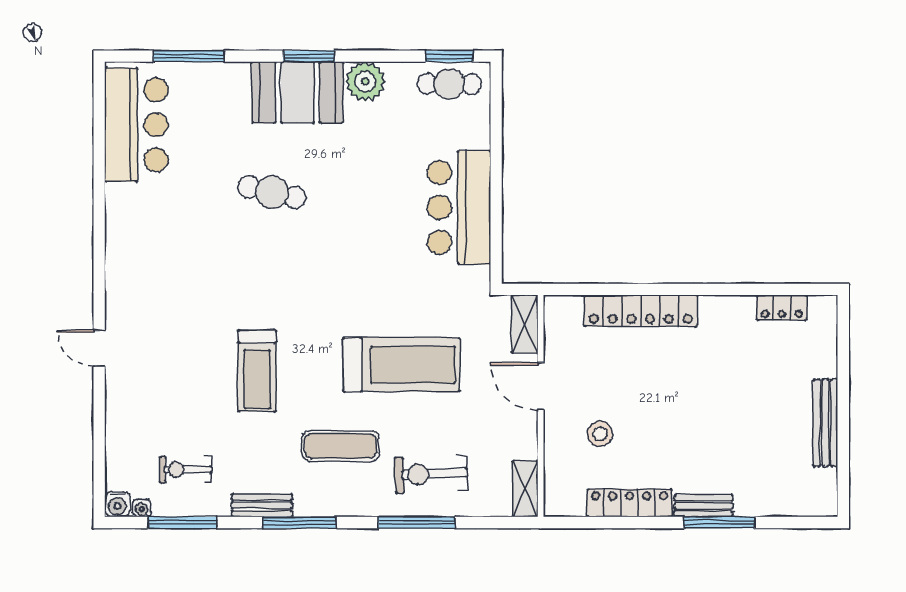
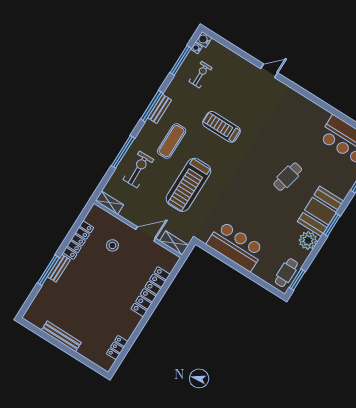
bench: (262, 505) -> (159, 109), moved

